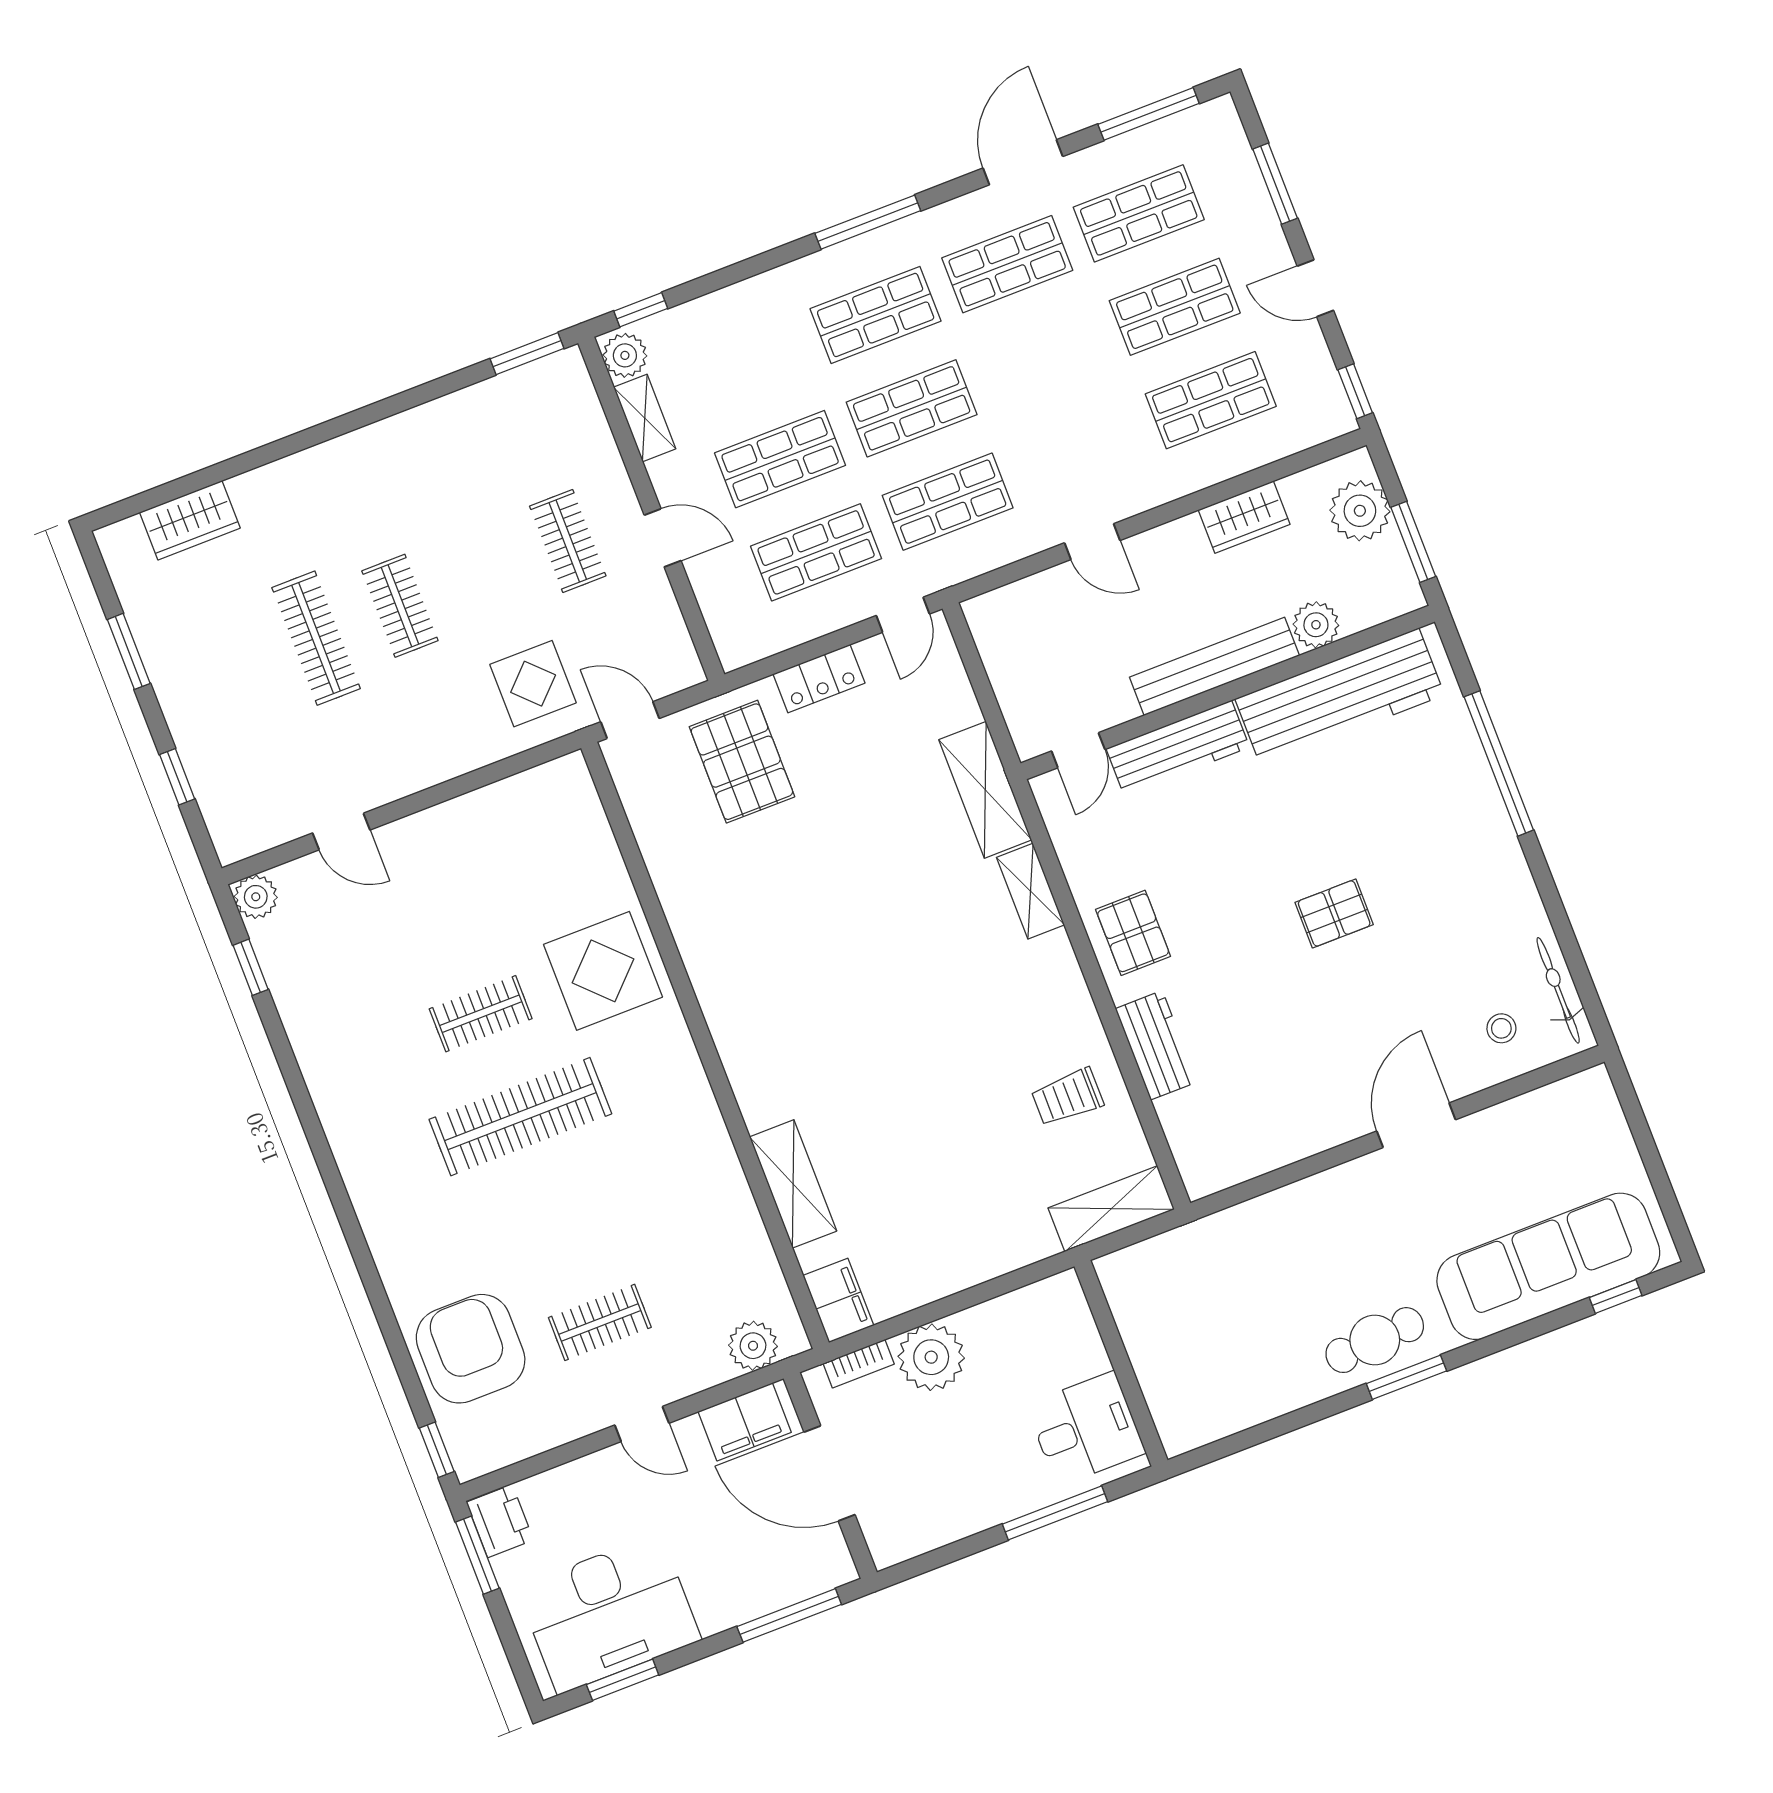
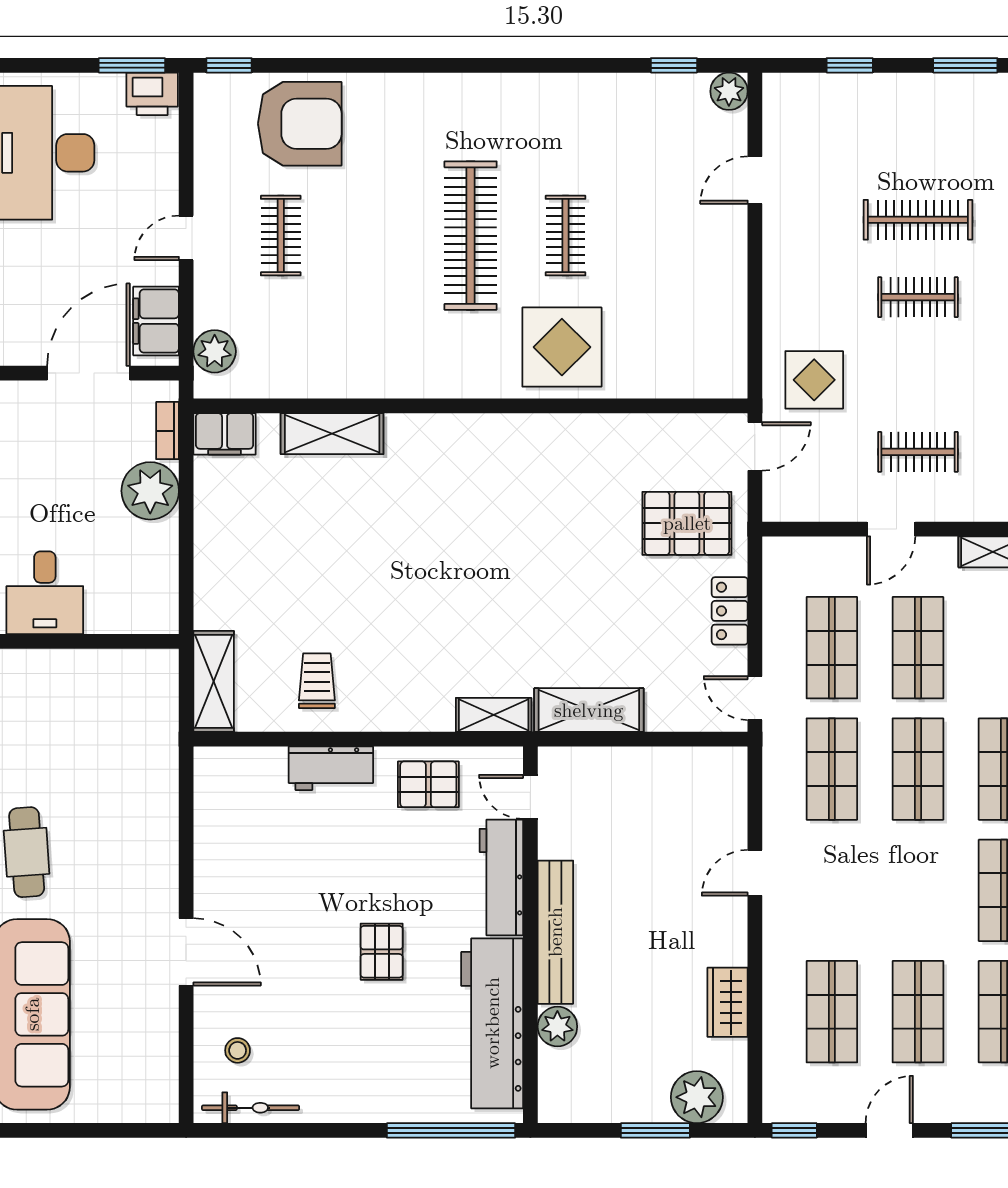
plant: (1316, 625) -> (557, 1027), moved
bench: (1214, 666) -> (555, 932), moved
wall: (1228, 692) -> (530, 935), moved
workbench: (1340, 697) -> (492, 1023), moved
workbench: (1178, 748) -> (501, 878), moved
door: (1078, 750) -> (530, 797), moved

